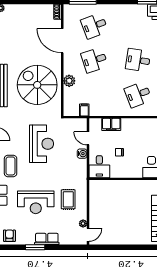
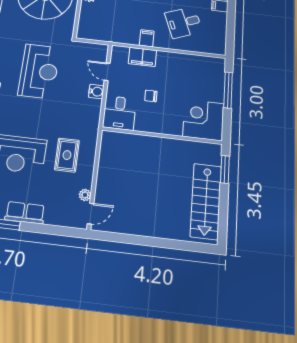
filing cabinet: (84, 110) -> (147, 38), moved

